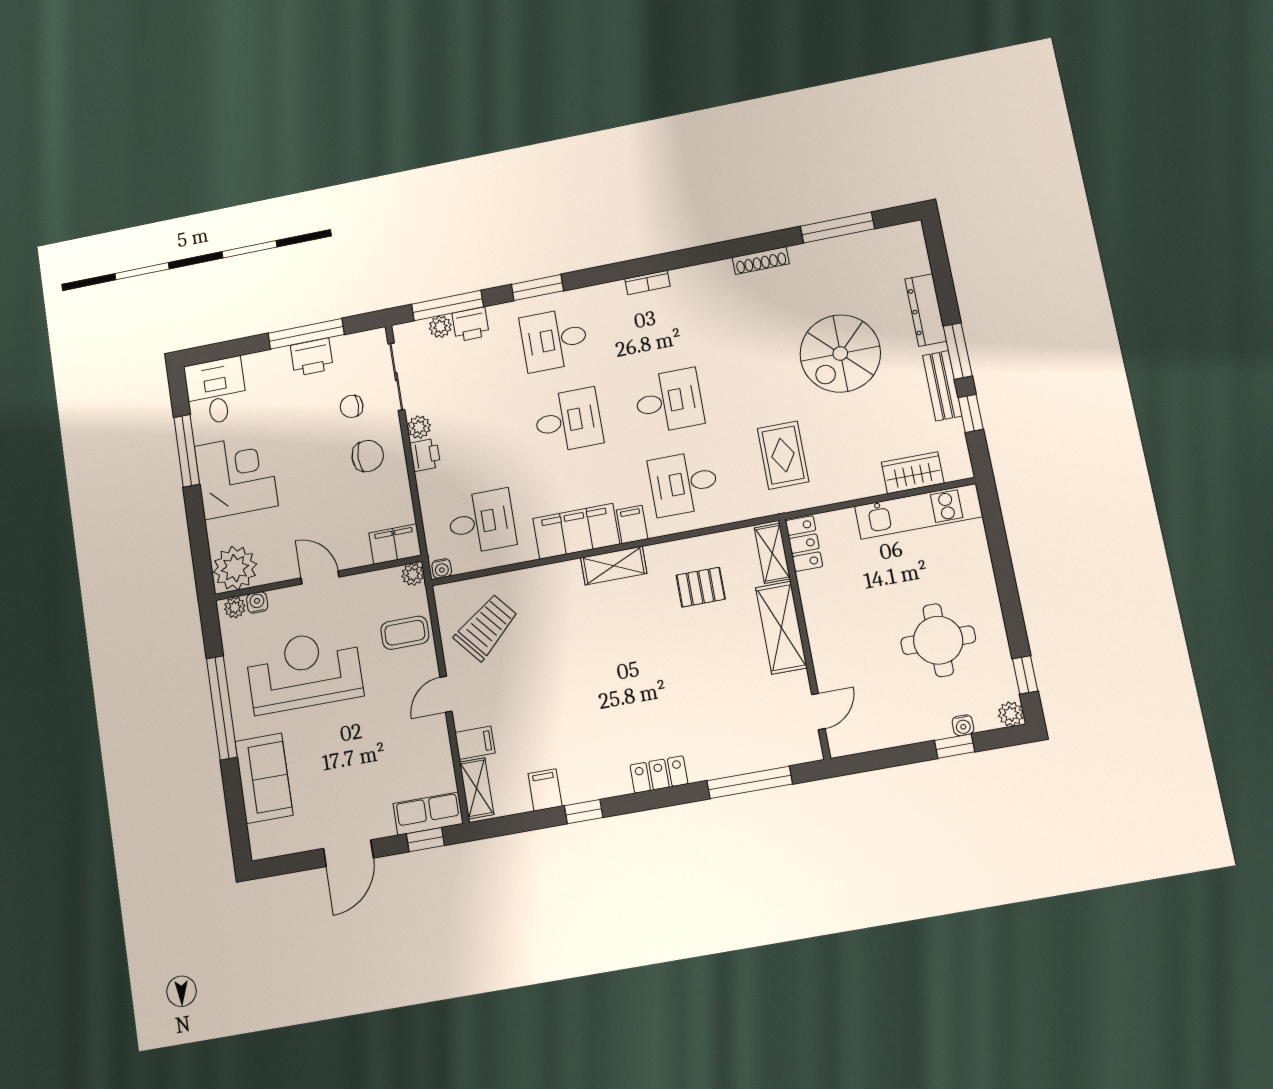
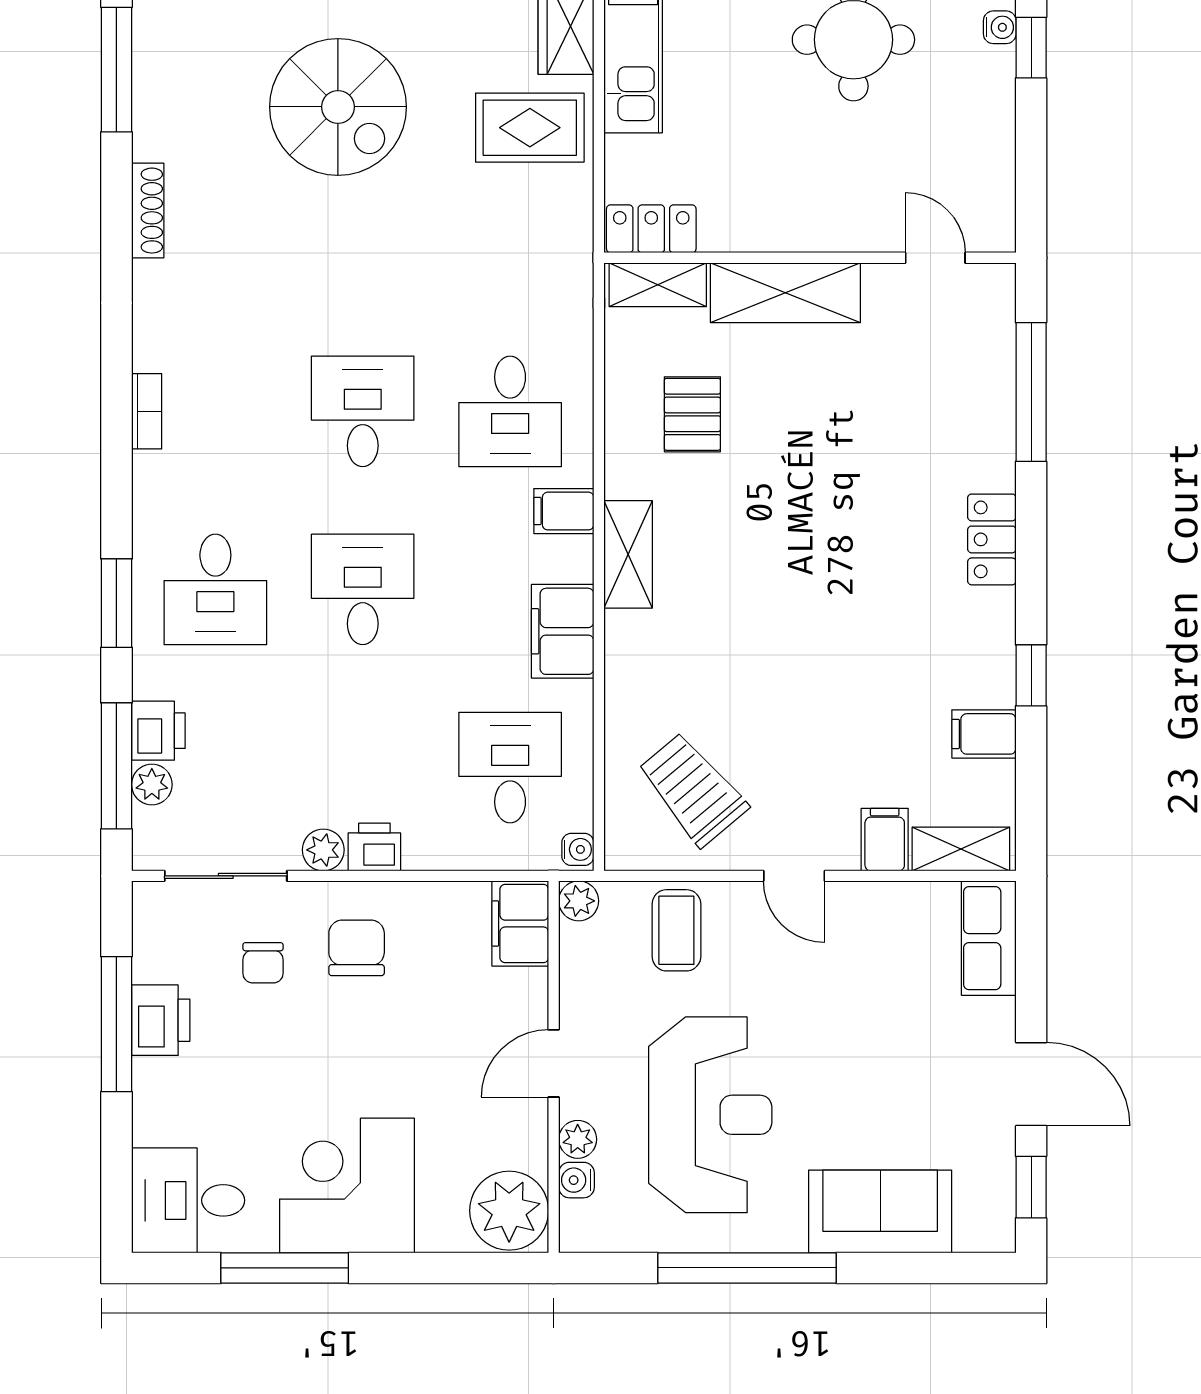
rug: (783, 455) -> (530, 128), moved
filing cabinet: (576, 531) -> (563, 631), width x0.67, depth x0.86
plant: (235, 607) -> (578, 1139), moved
reception desk: (304, 671) -> (710, 1115), turned 180
window: (425, 840) -> (1031, 1187), moved

